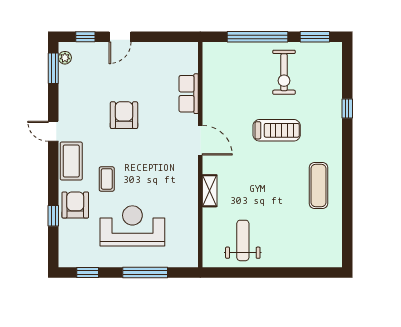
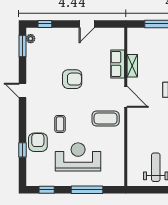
door: (120, 37) -> (87, 24), moved
armchair: (124, 115) -> (72, 79), turned 90
coffee table: (71, 161) -> (106, 119), moved, turned 90
shelving: (210, 191) -> (132, 66), moved

